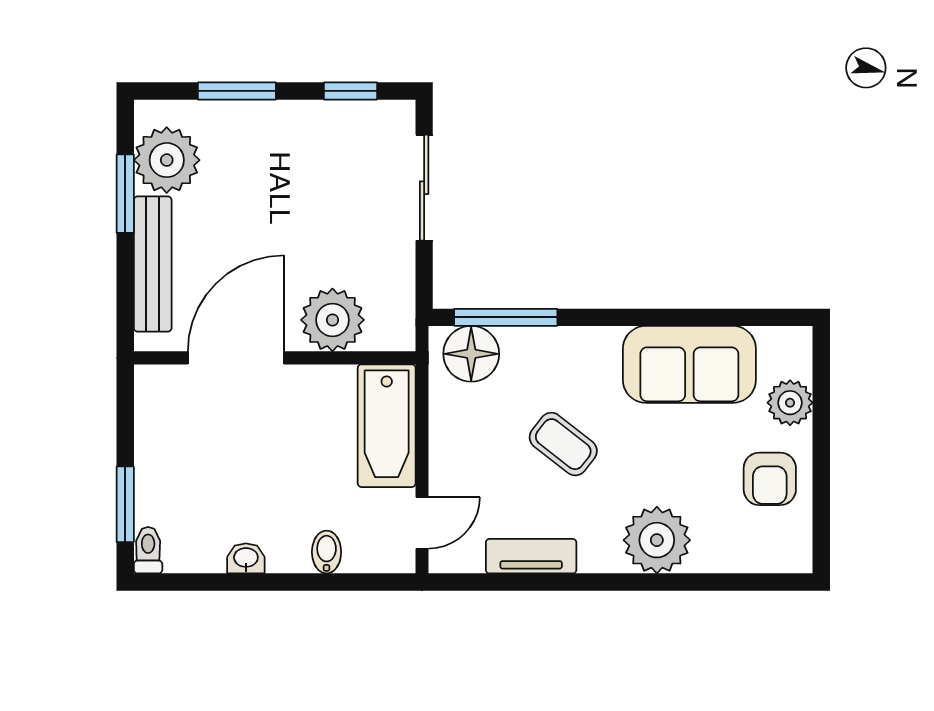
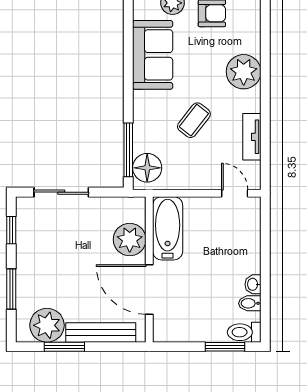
bathtub: (387, 426) -> (168, 228), moved, turned -90
toilet: (148, 550) -> (244, 332), width x1.37, depth x1.39
bidet: (327, 552) -> (250, 303), moved

